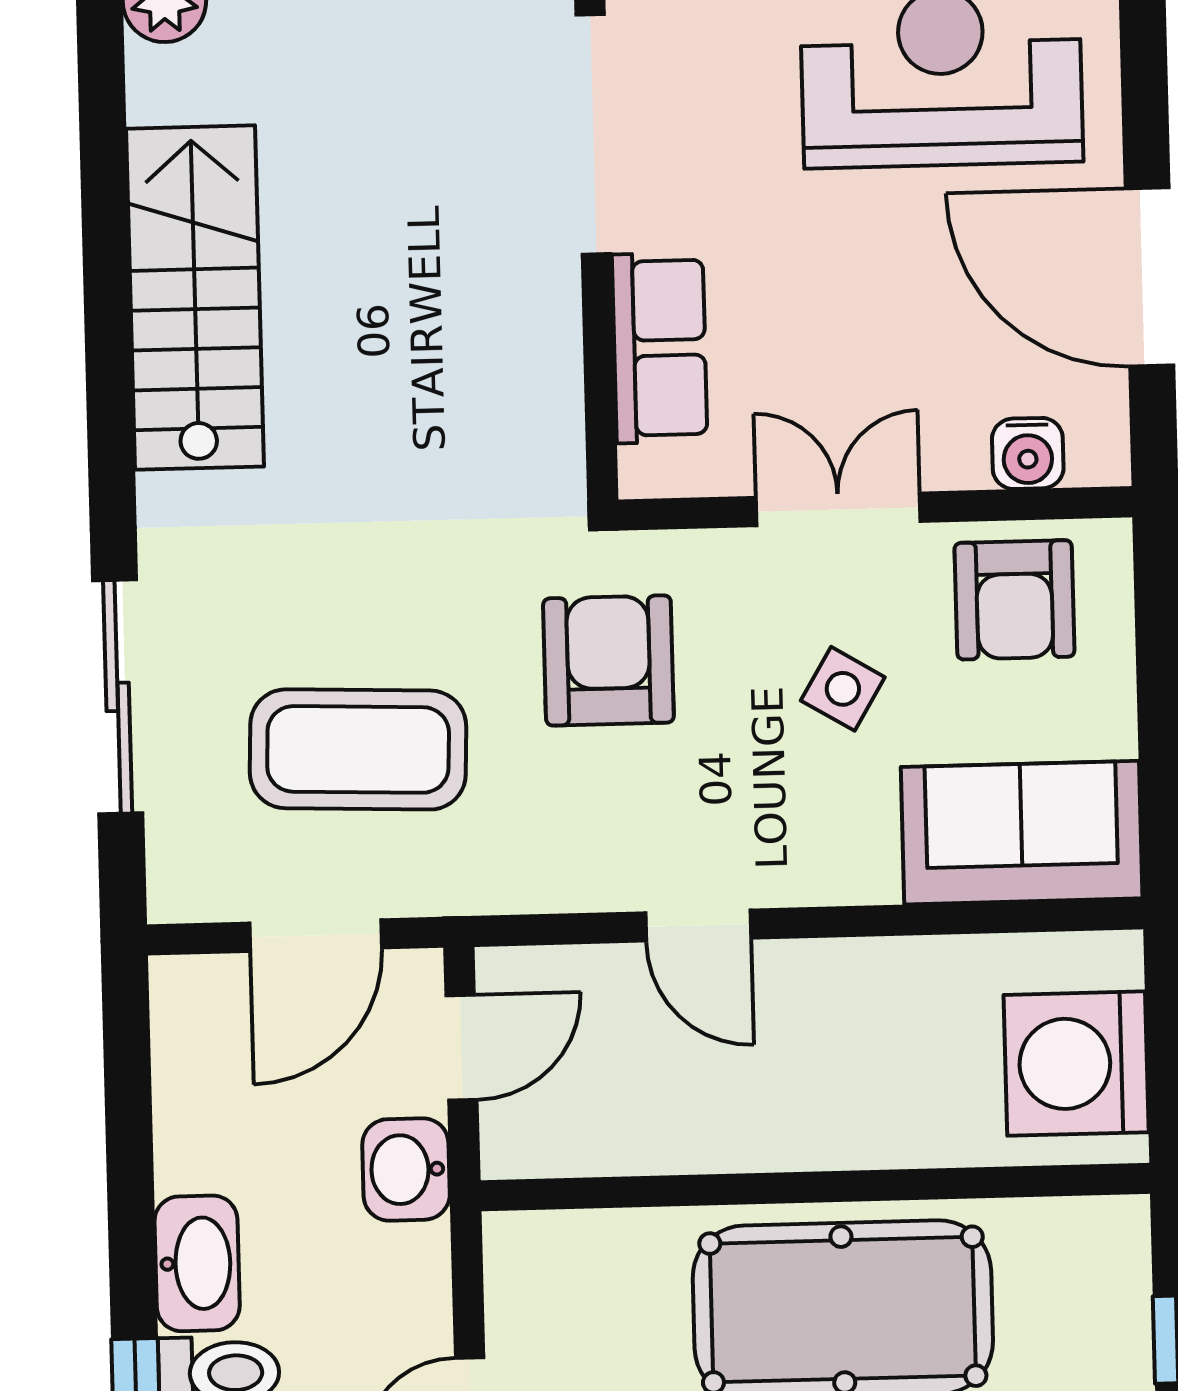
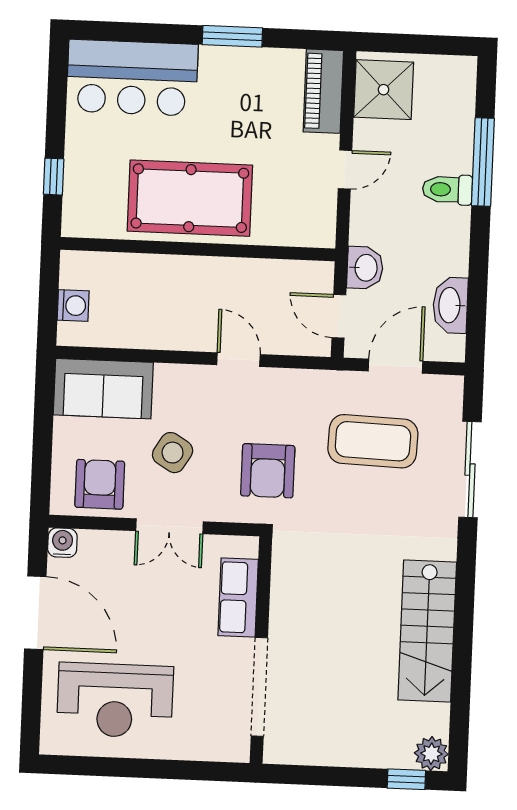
water cooler: (1028, 453) -> (62, 543), moved
side table: (843, 689) -> (173, 453), width x1.37, depth x1.37
door: (461, 1047) -> (339, 316), hinge flipped
washing machine: (1076, 1064) -> (73, 306), width x0.53, depth x0.53
washbasin: (197, 1263) -> (450, 305), moved

